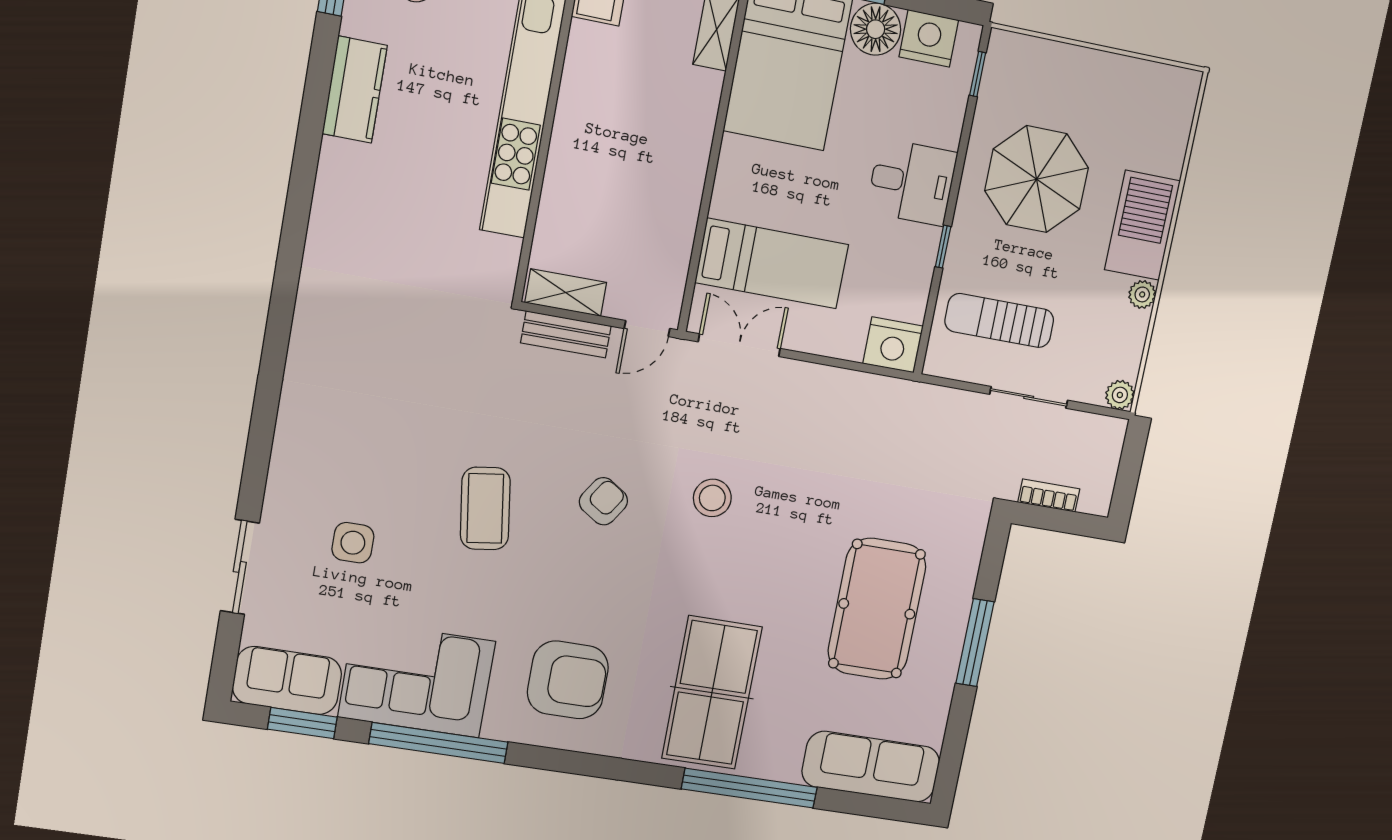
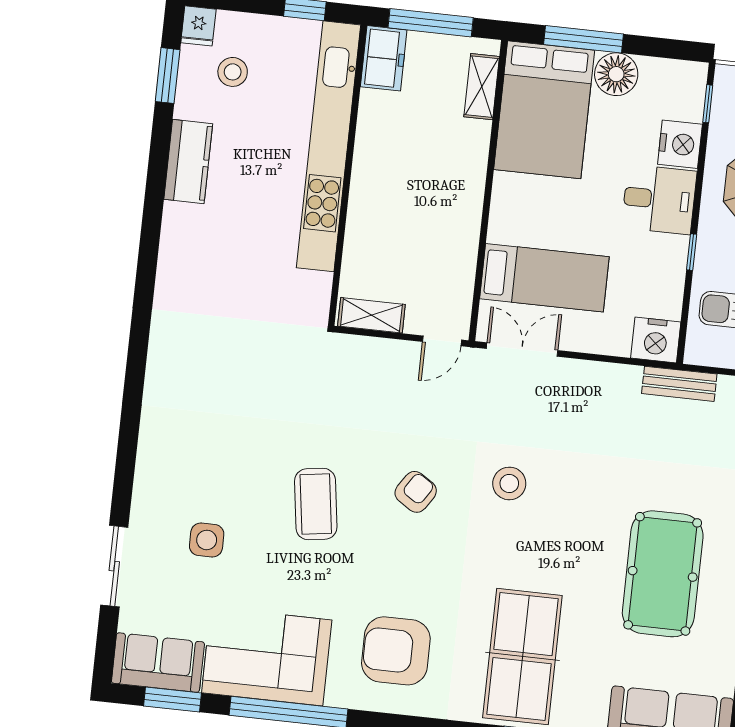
nightstand: (929, 38) -> (680, 144), moved, turned 90
bench: (566, 334) -> (679, 384), moved
armchair: (568, 680) -> (396, 651), turned 180

